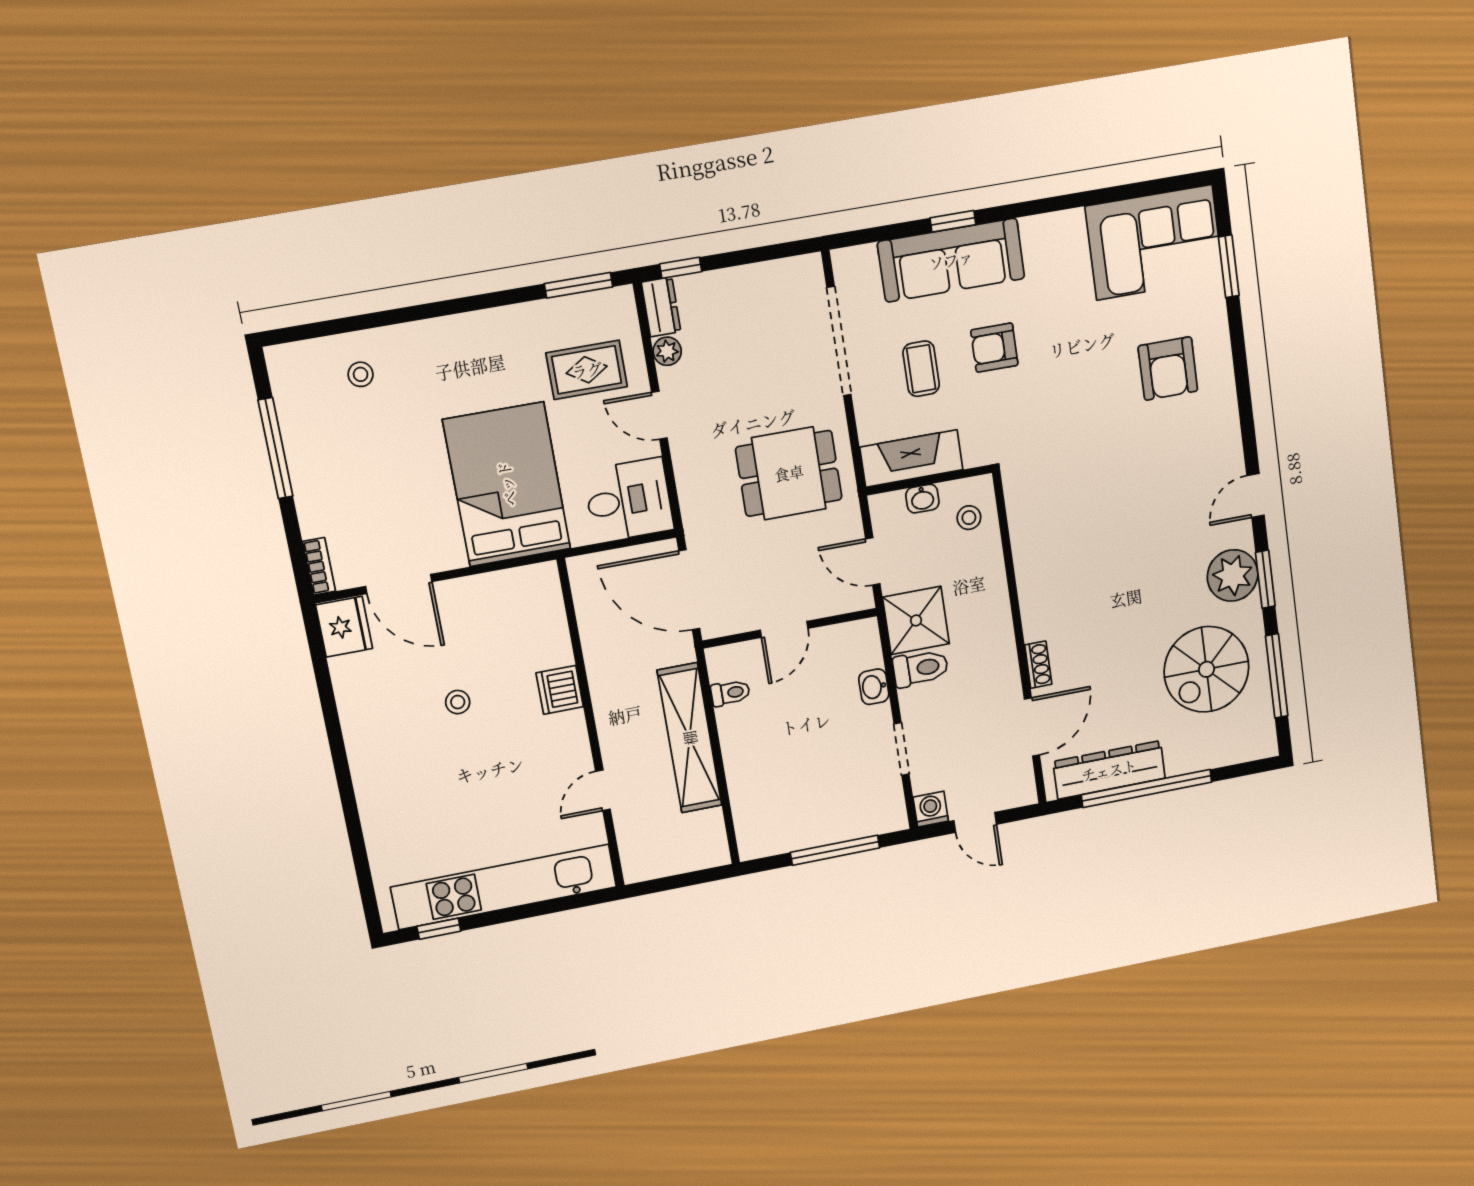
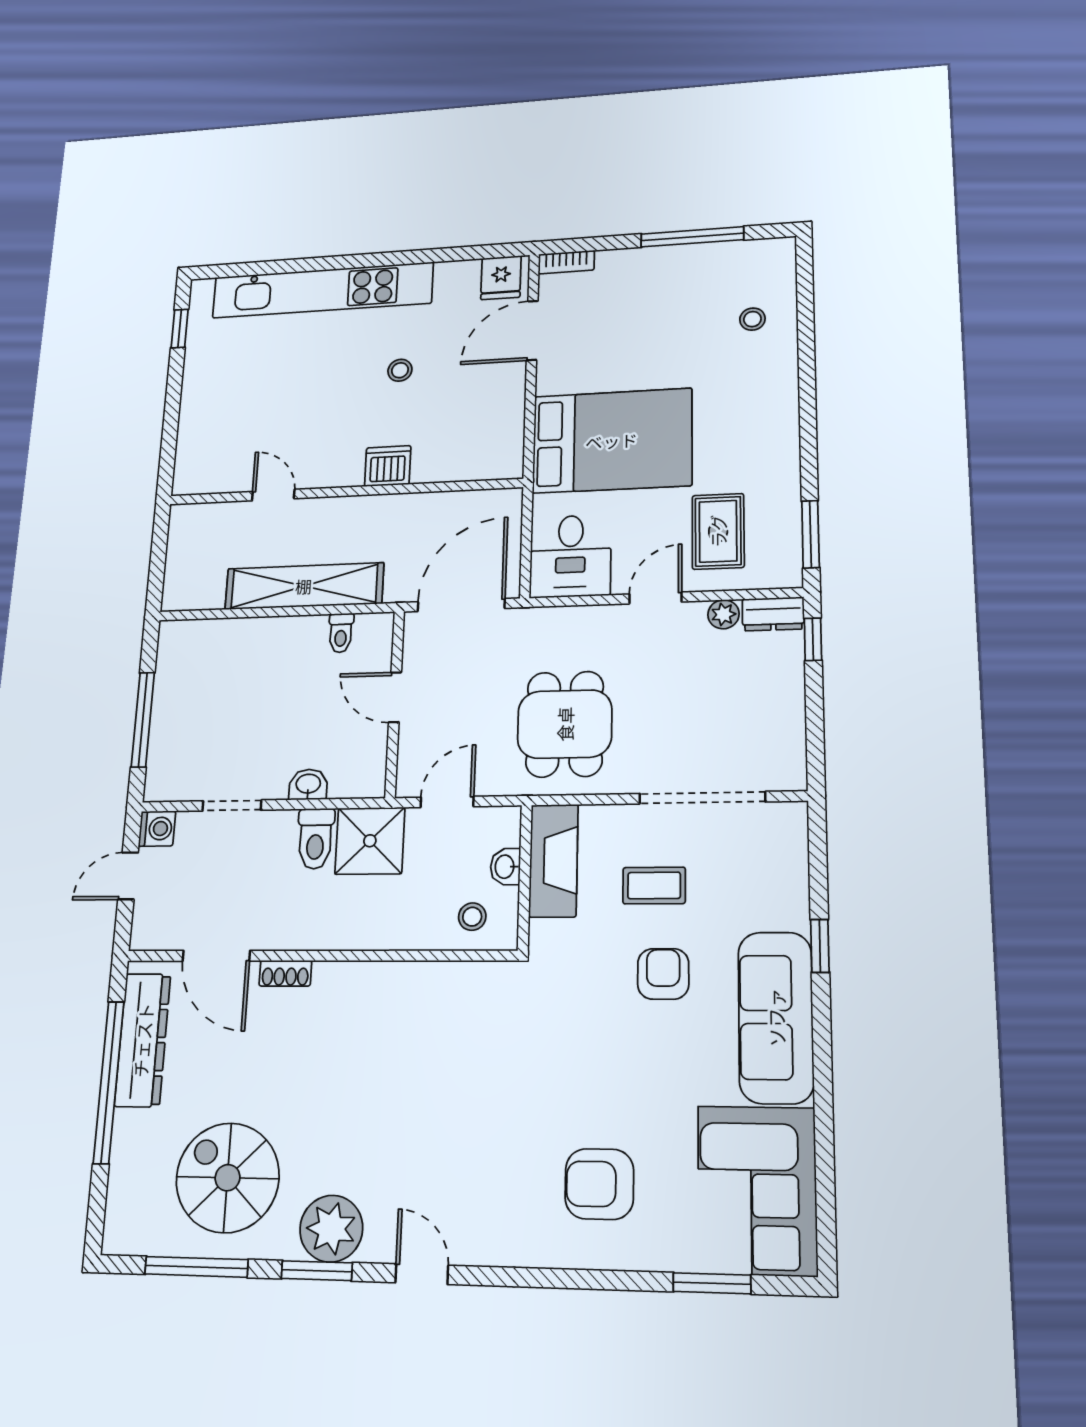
sofa: (951, 260) -> (776, 1017), moved
fridge: (344, 627) -> (501, 278), width x0.72
kitchen unit: (504, 887) -> (322, 290), moved, turned 90

